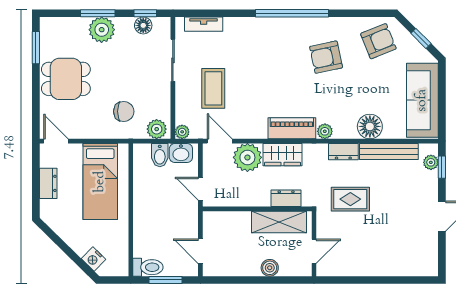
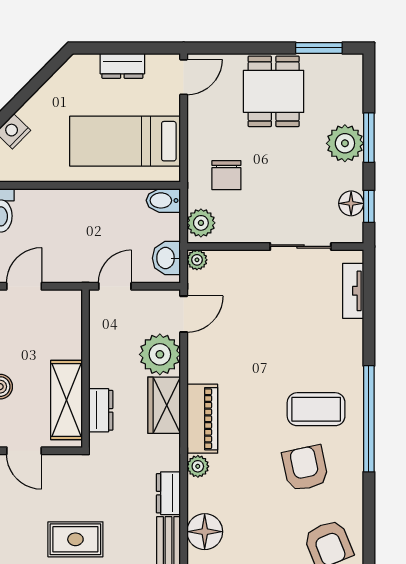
coffee table: (213, 88) -> (316, 409), moved
bidet: (160, 155) -> (163, 200), moved
rug: (350, 199) -> (75, 539), moved, turned 90

